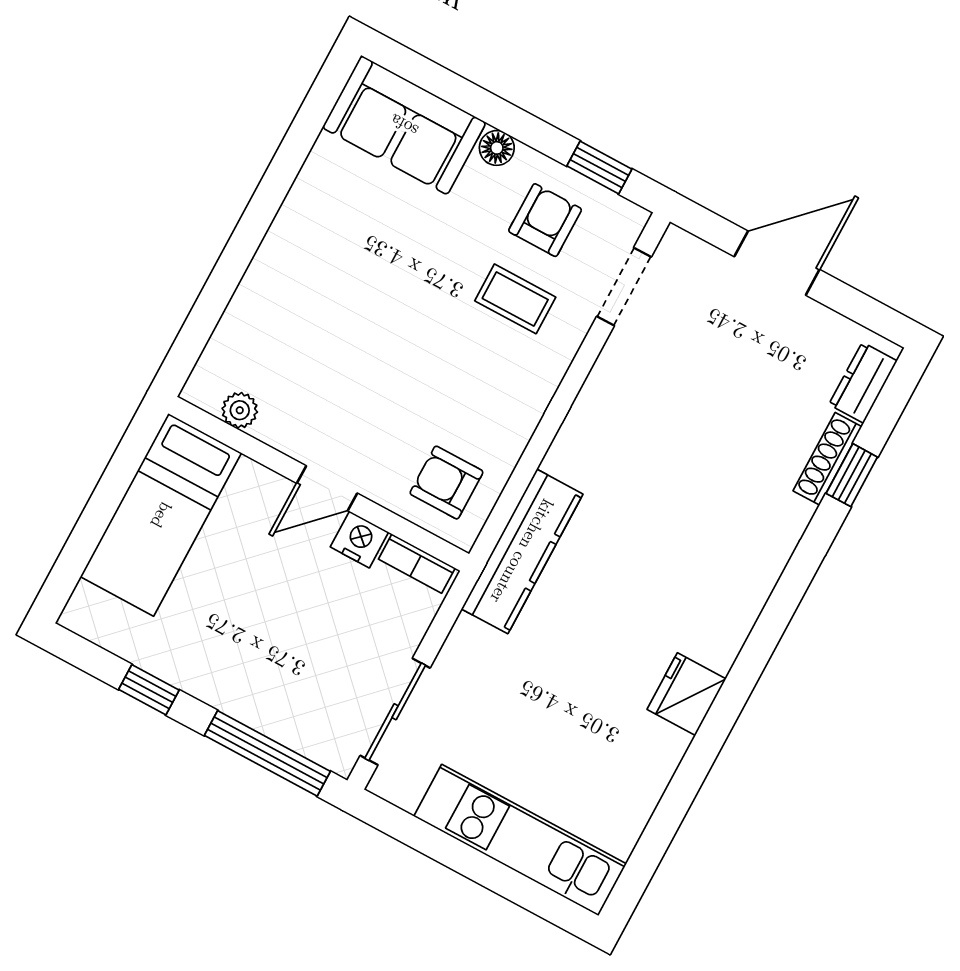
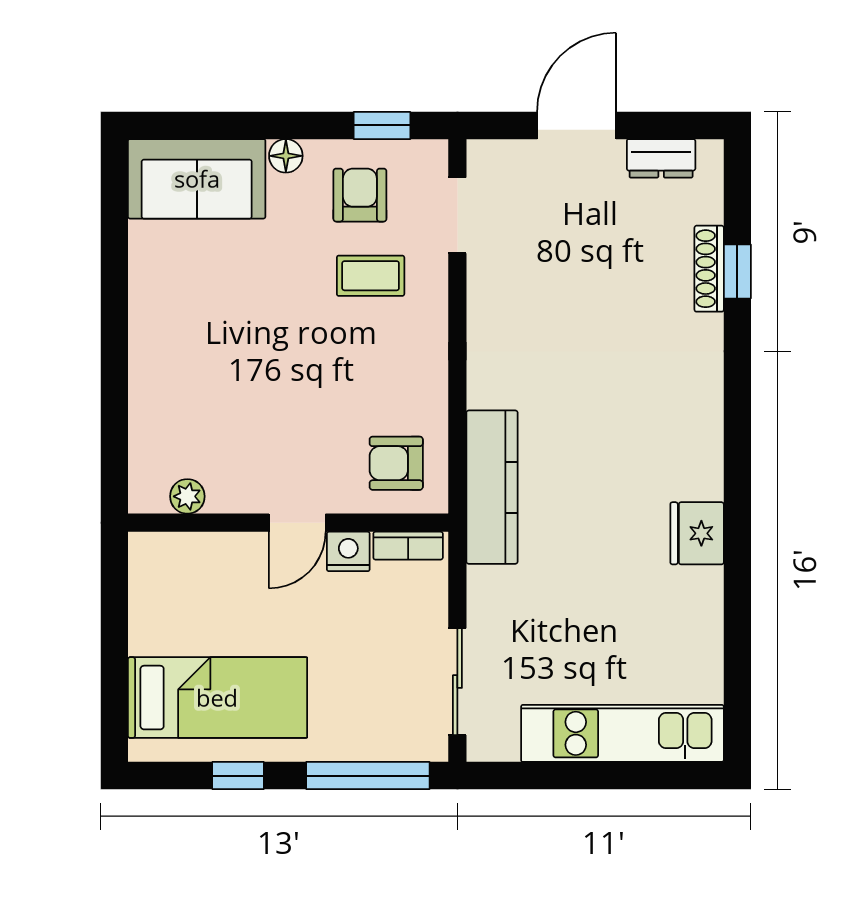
dresser: (863, 383) -> (661, 158), moved, turned -90
bed: (161, 515) -> (217, 698), moved, turned -90

